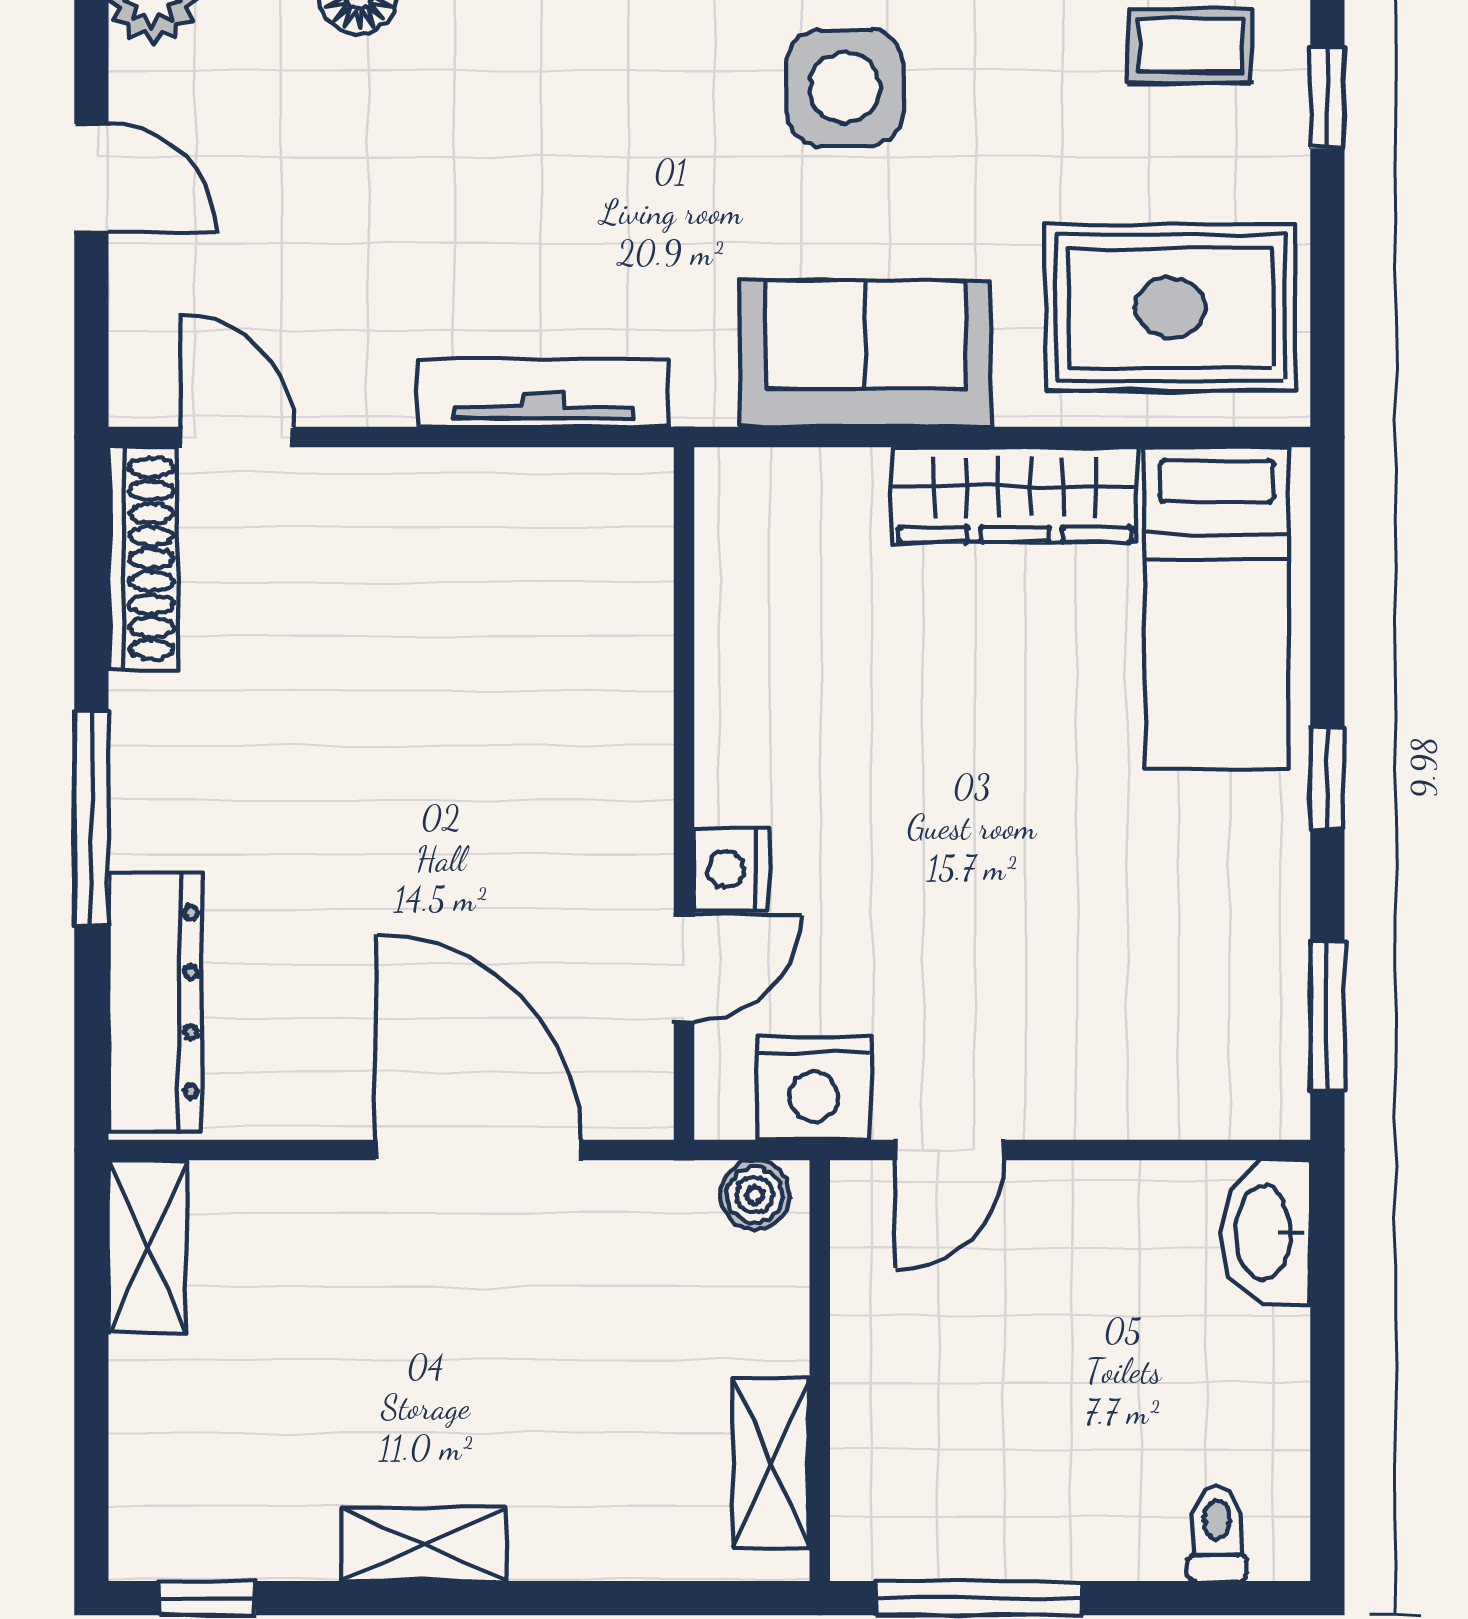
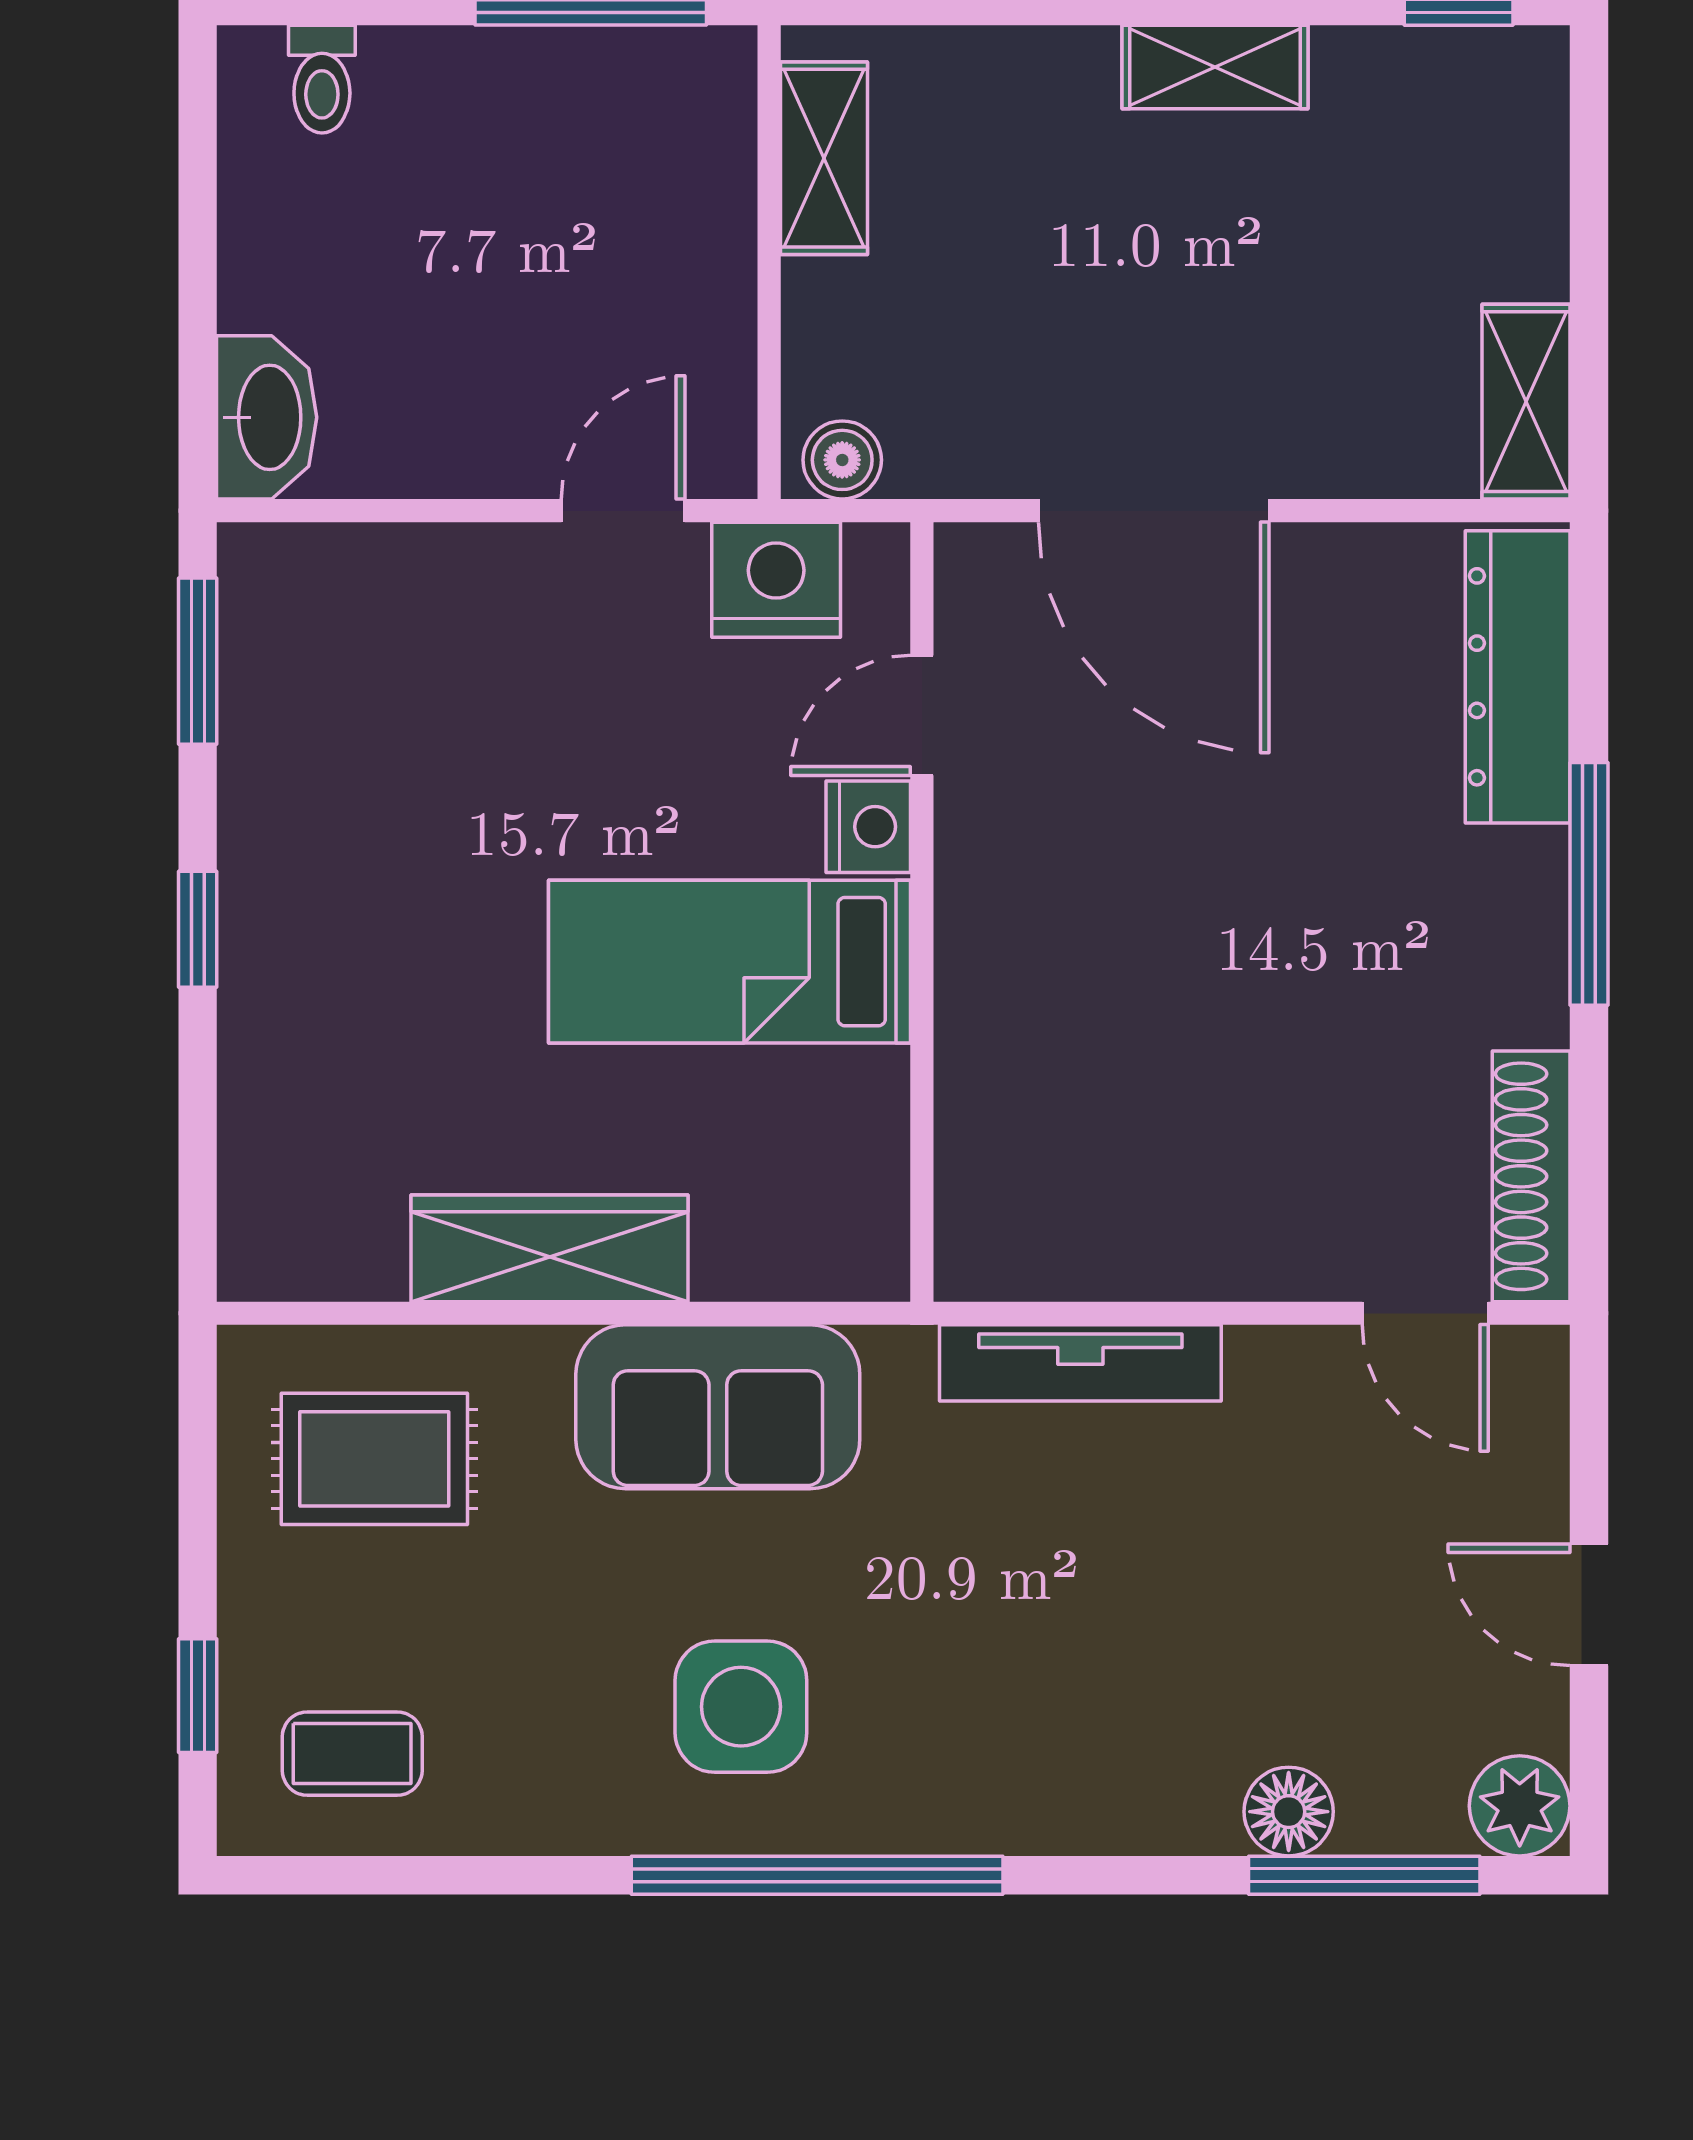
rug: (1170, 308) -> (374, 1459), width x0.73, depth x0.70
bed: (1217, 608) -> (729, 962), moved, turned -90

